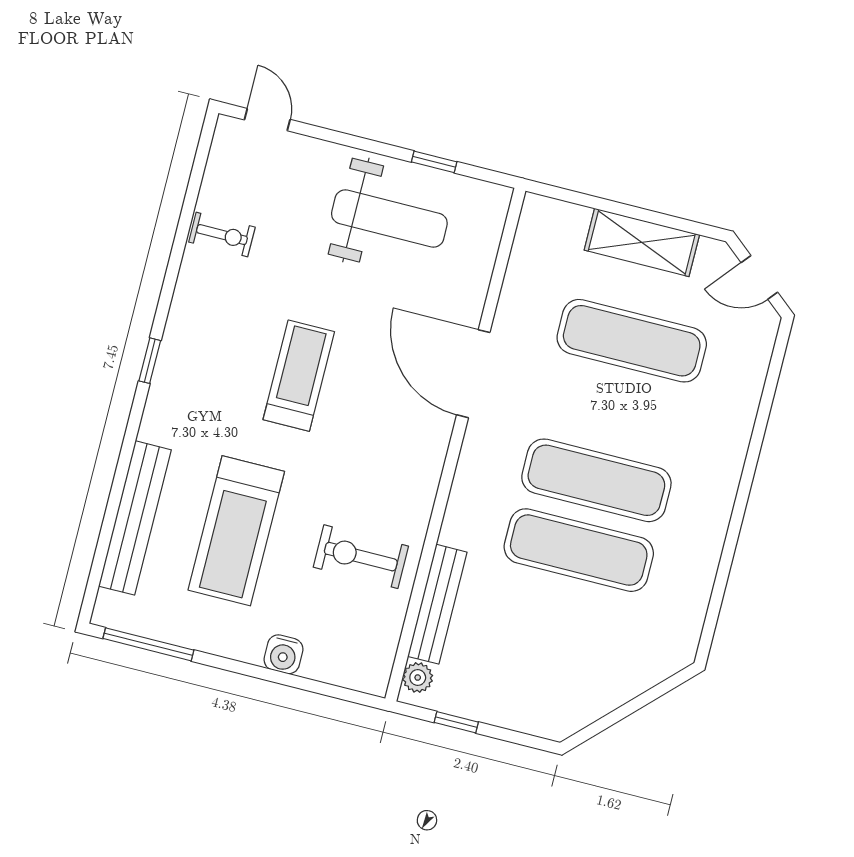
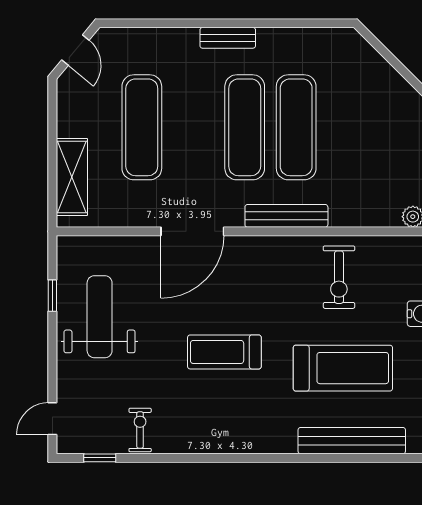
shelving: (642, 242) -> (72, 177), moved
window: (150, 361) -> (100, 458), moved
bench: (724, 488) -> (228, 38), added
bench: (437, 604) -> (286, 216), moved

